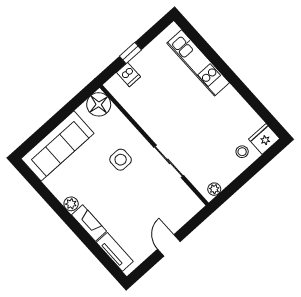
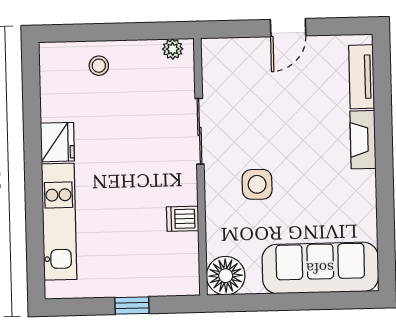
dishwasher: (129, 75) -> (183, 219), moved, turned -90
fridge: (264, 139) -> (57, 142), moved, turned -90
plant: (71, 204) -> (365, 182), removed

